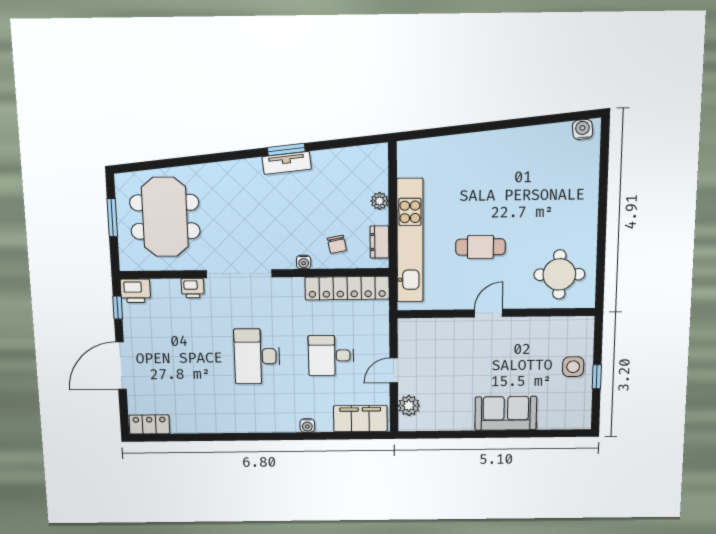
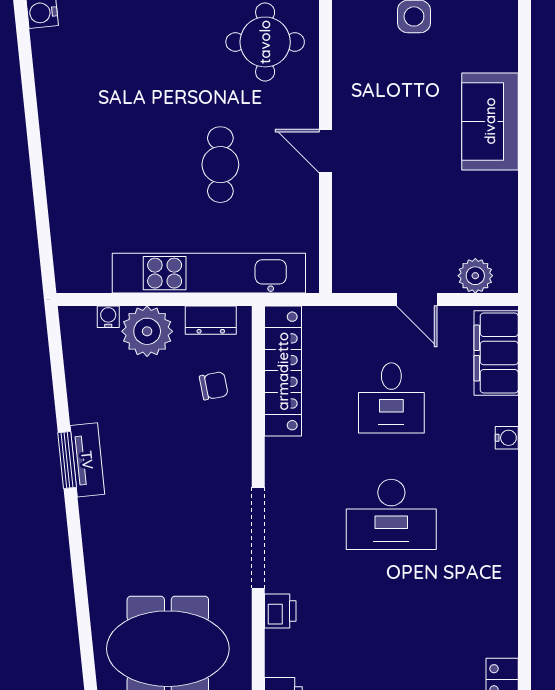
plant: (380, 201) -> (147, 331), width x1.87, depth x1.87
water cooler: (304, 262) -> (108, 317), moved, turned -90

